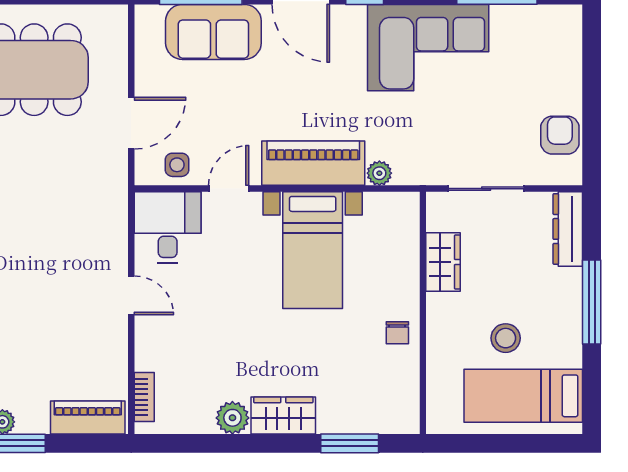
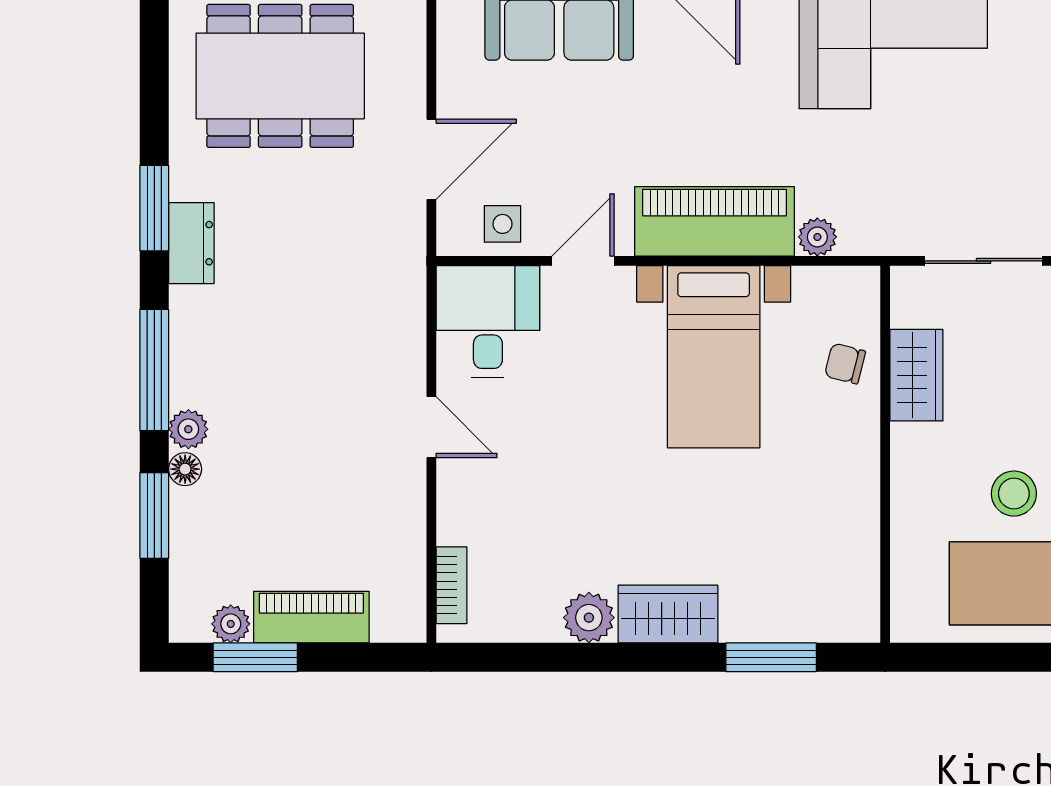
chair: (397, 333) -> (845, 364), moved, turned 104
piano: (88, 417) -> (311, 617), moved

